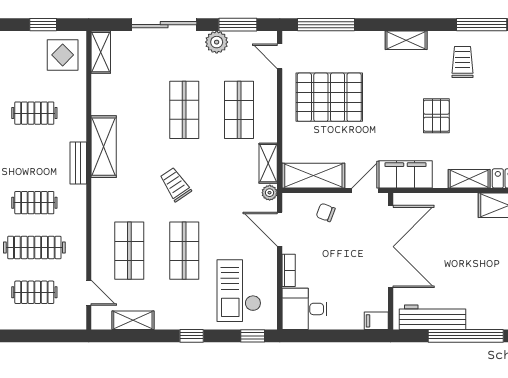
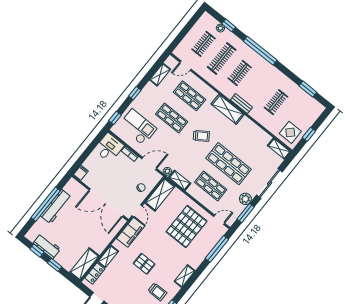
shop shelf: (184, 110) -> (229, 164), width x1.43, depth x1.36
shelving: (104, 147) -> (228, 109), moved
workbench: (432, 317) -> (56, 207), moved

